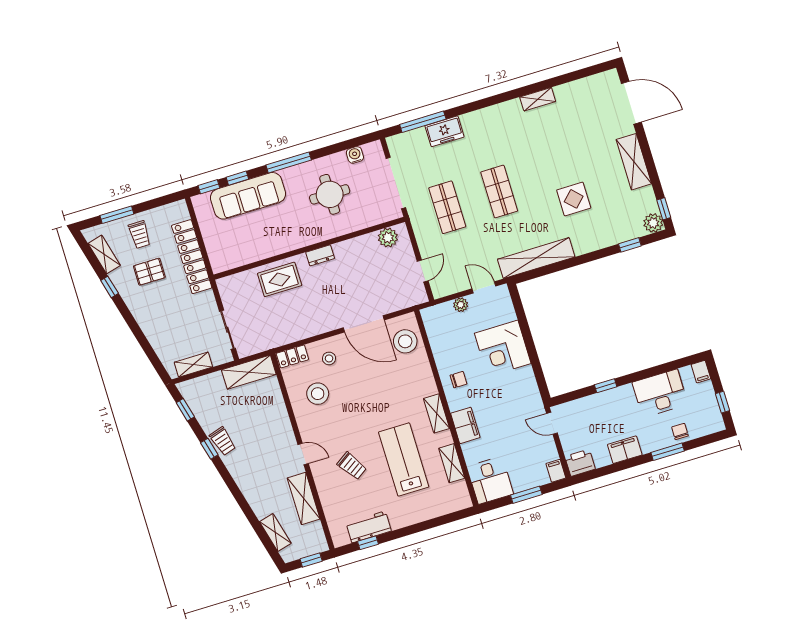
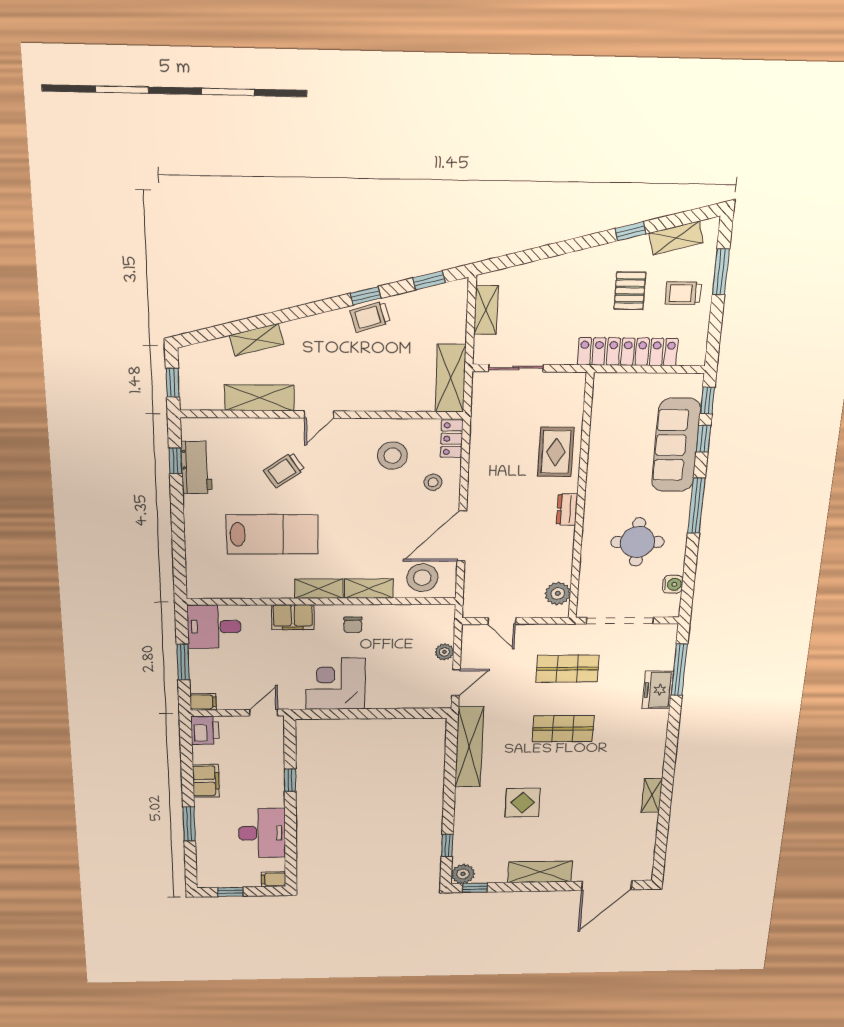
corner desk: (503, 348) -> (336, 684), moved
chair: (680, 431) -> (209, 842), removed
shelving: (452, 463) -> (369, 589), moved
shelving: (275, 532) -> (257, 340), moved

